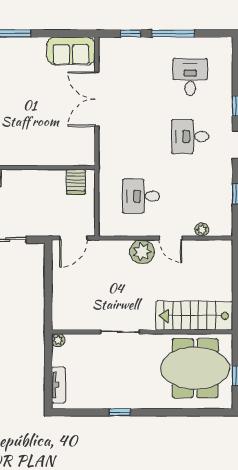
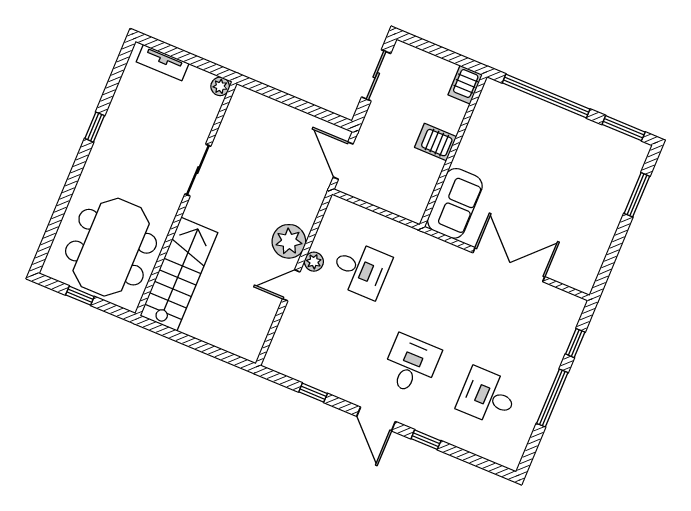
sofa: (71, 51) -> (455, 203), moved, turned 180
desk: (190, 77) -> (487, 396), turned 180
server rack: (76, 182) -> (436, 142), moved
desk: (141, 196) -> (361, 269), turned 90
plant: (202, 230) -> (314, 262), moved

